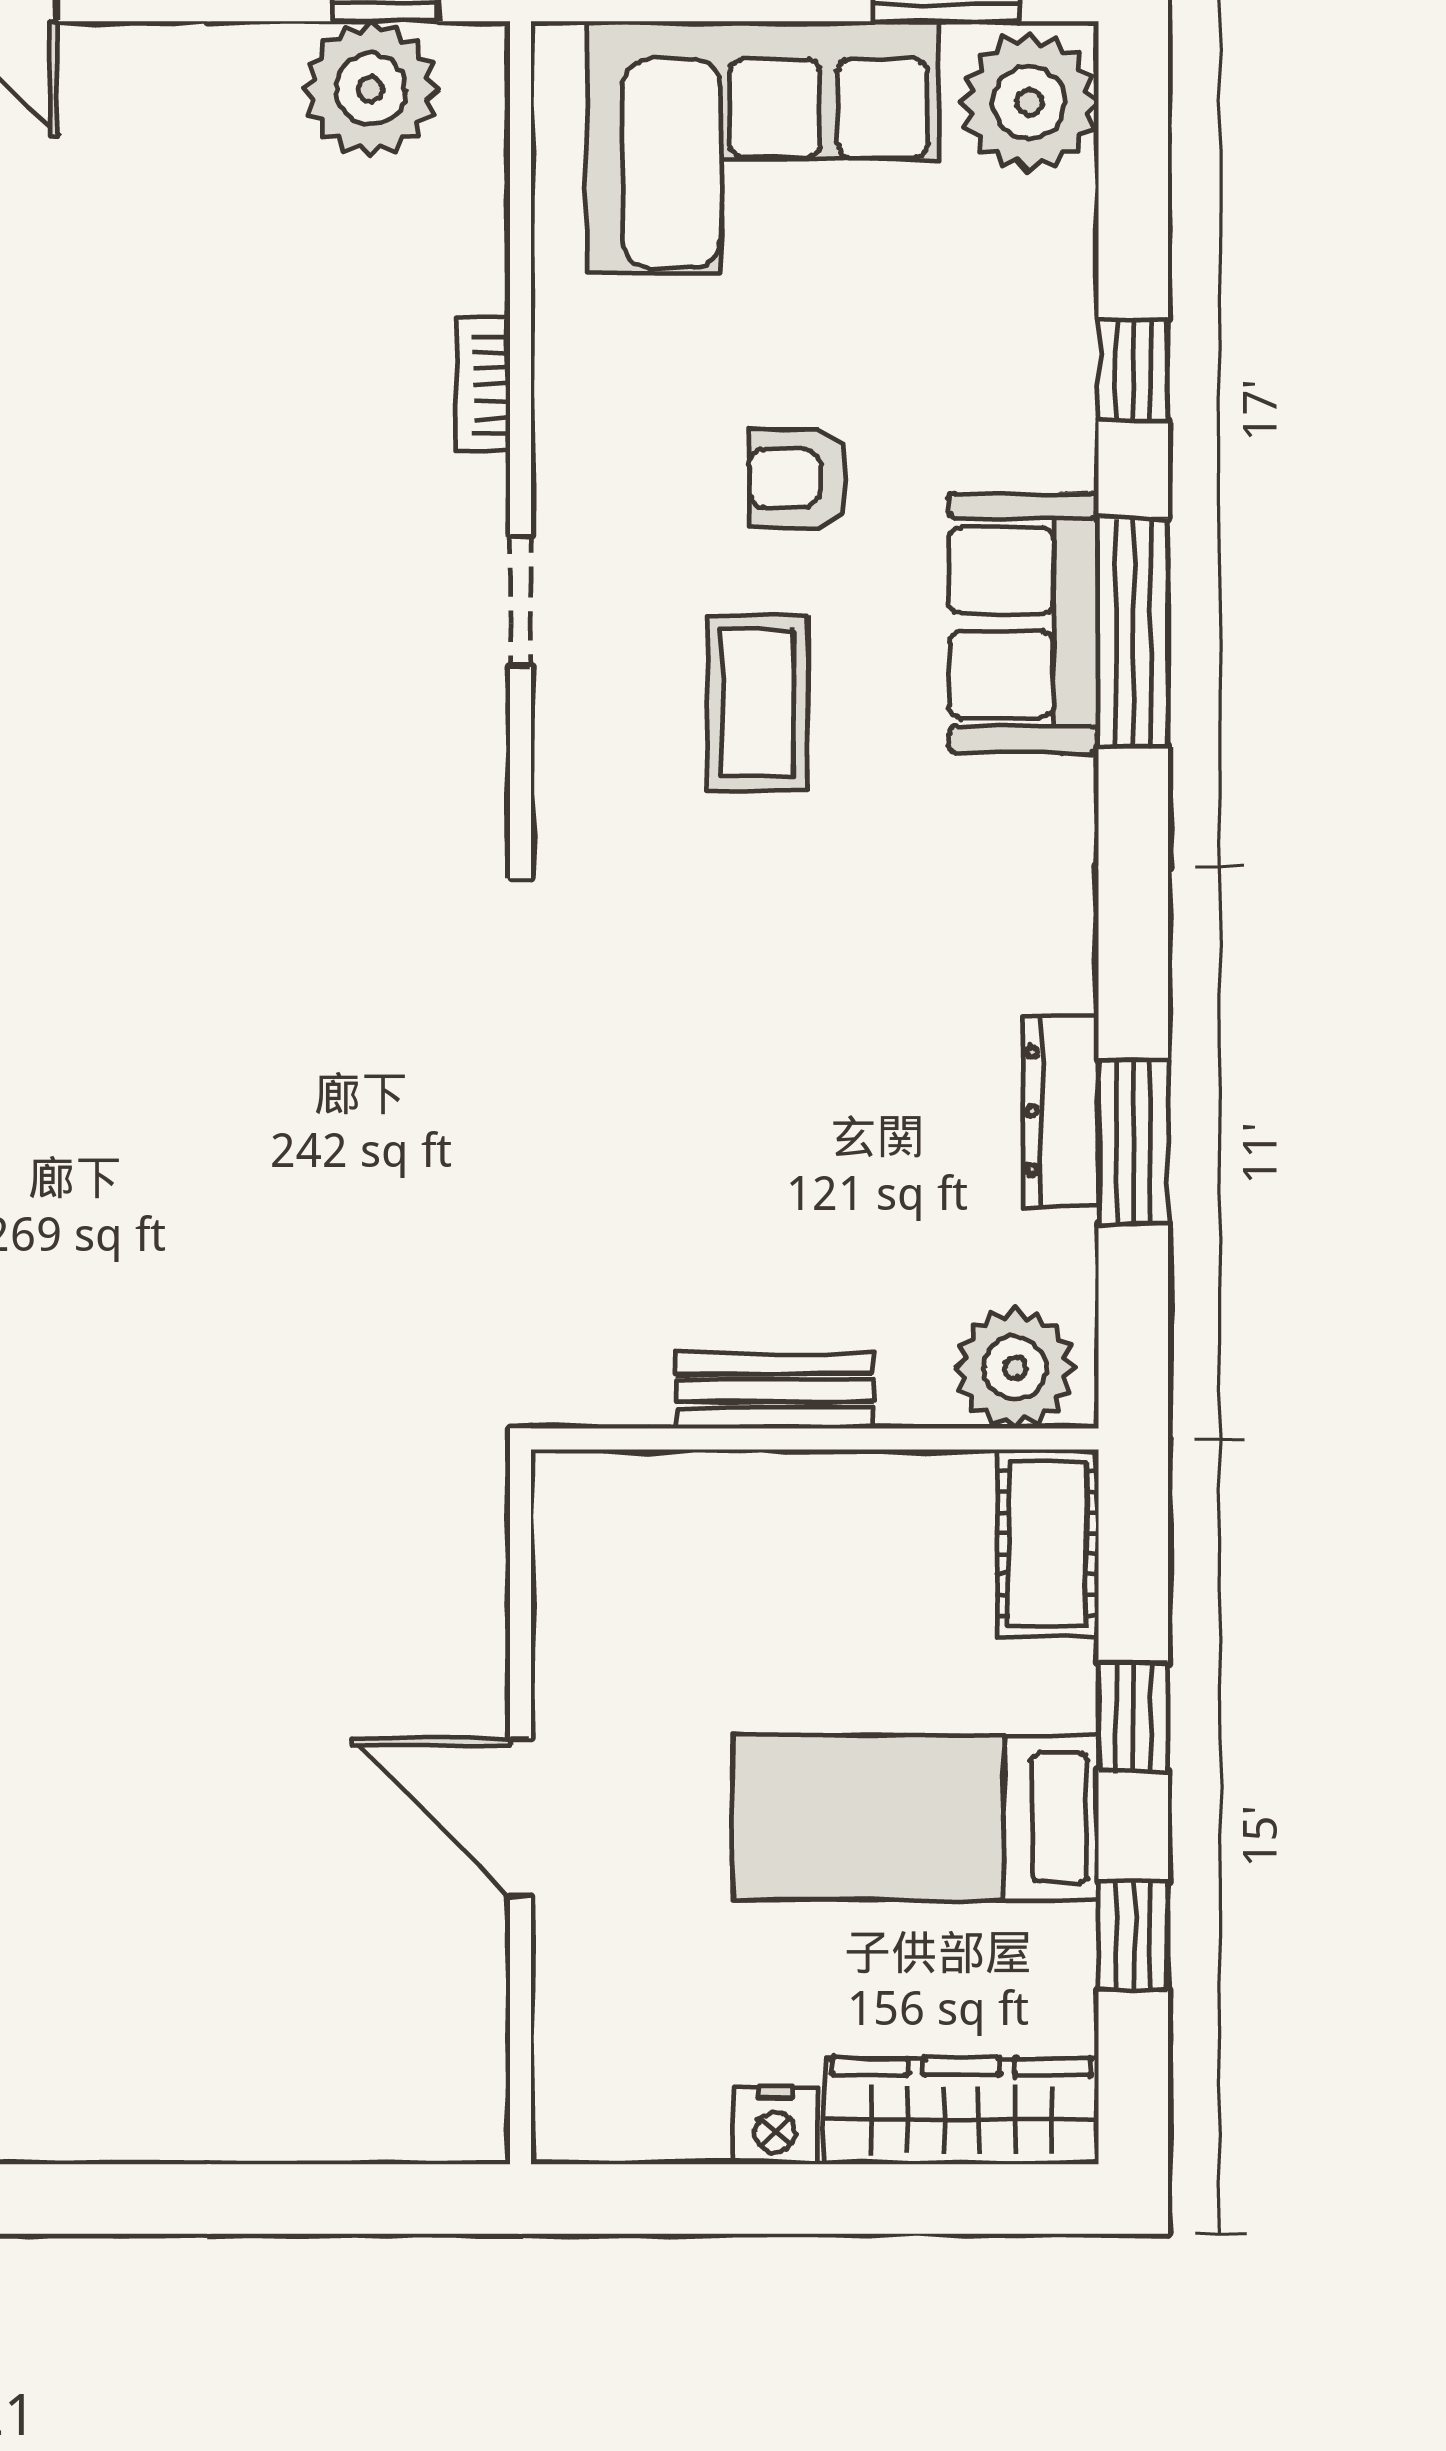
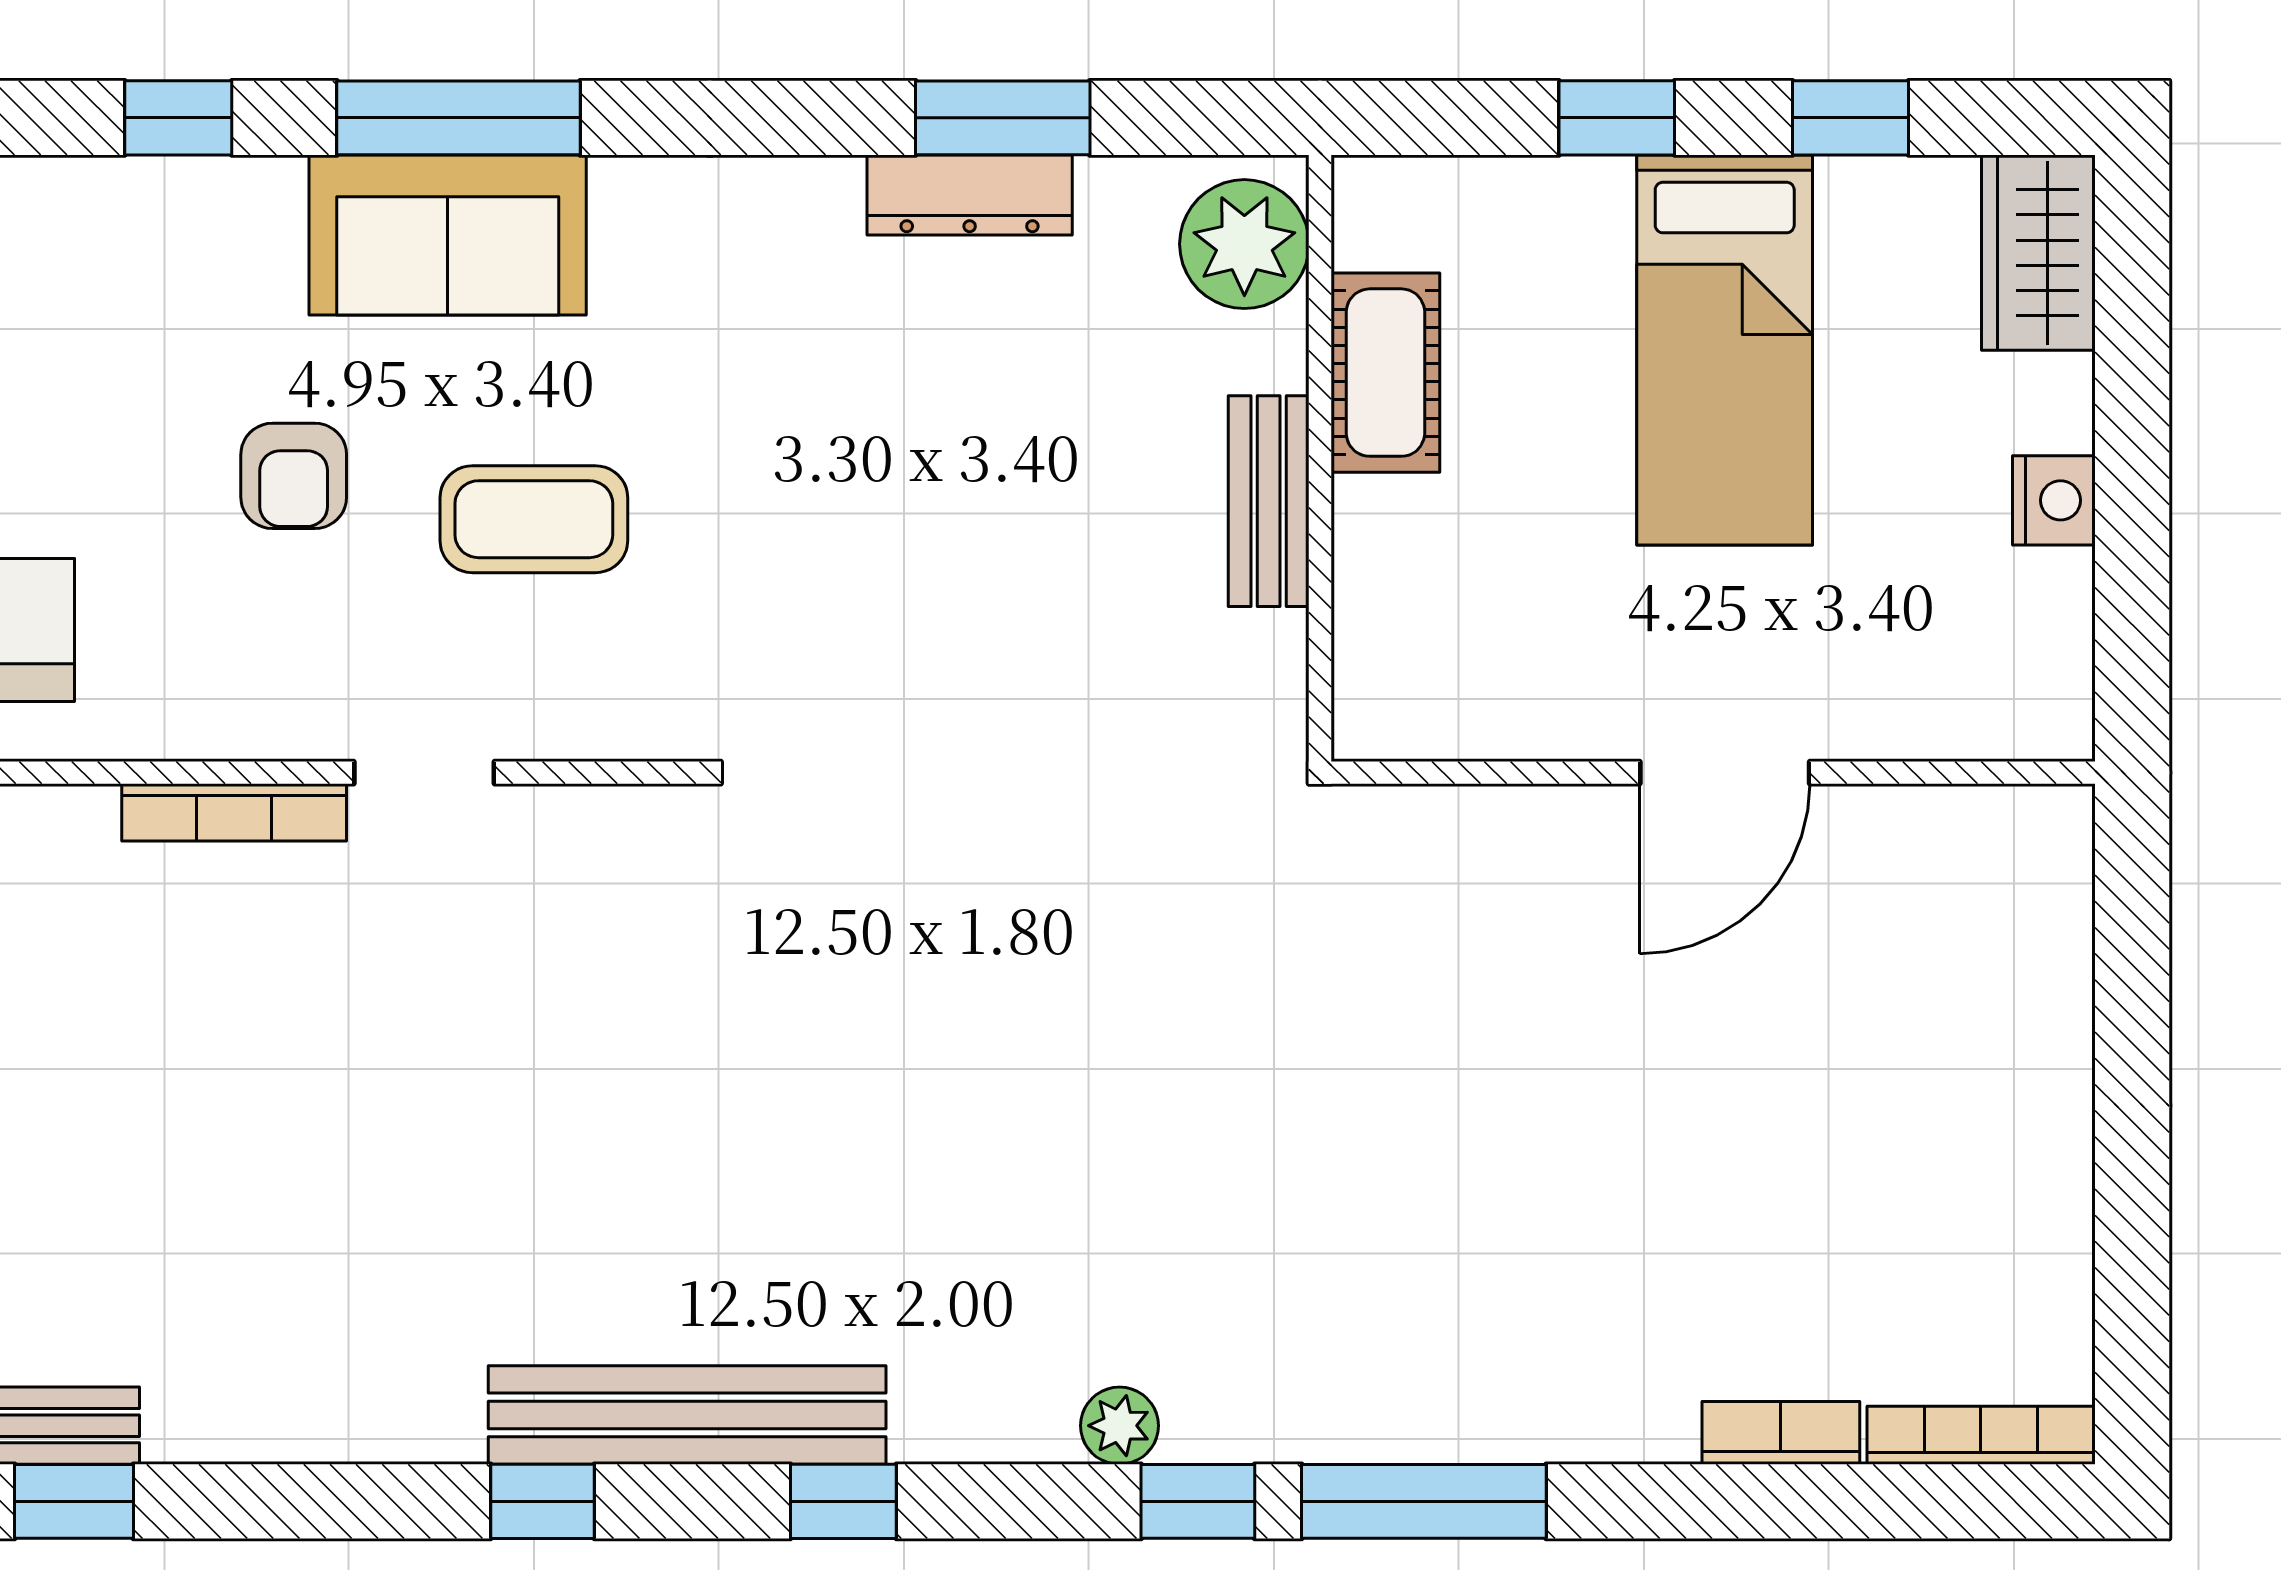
bookcase: (483, 385) -> (234, 812), width x1.56
cot: (1048, 1543) -> (1385, 373), moved, turned 90
wardrobe: (961, 2111) -> (2038, 253), width x0.67

